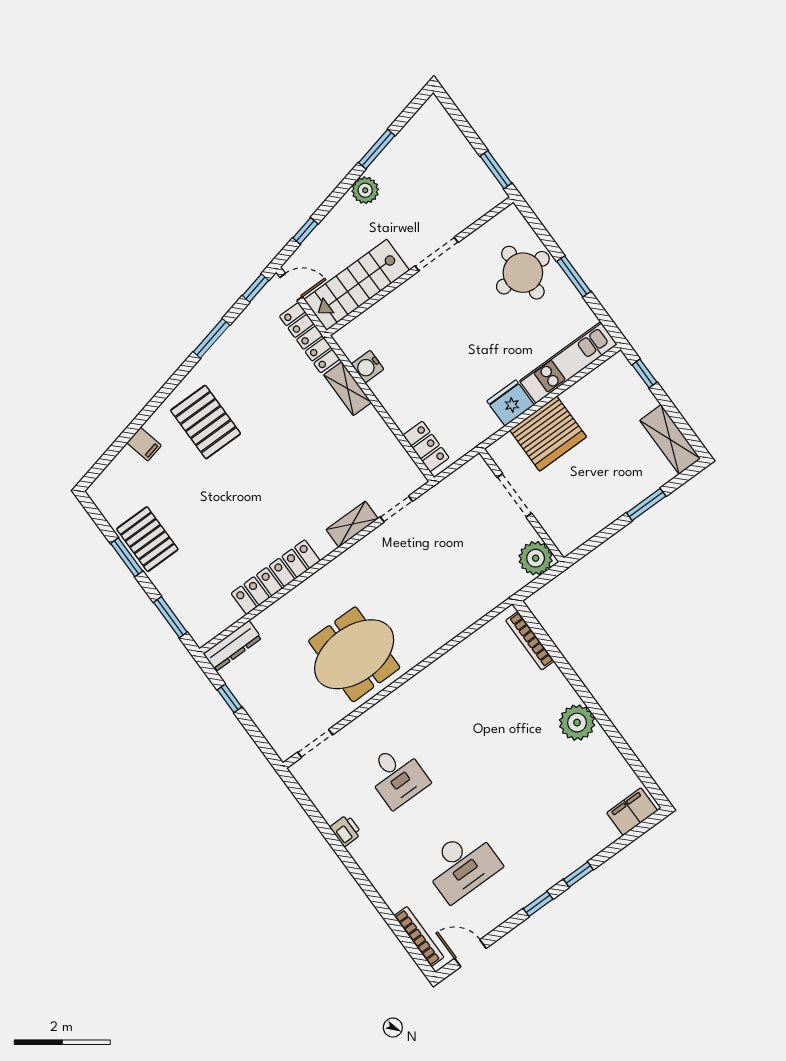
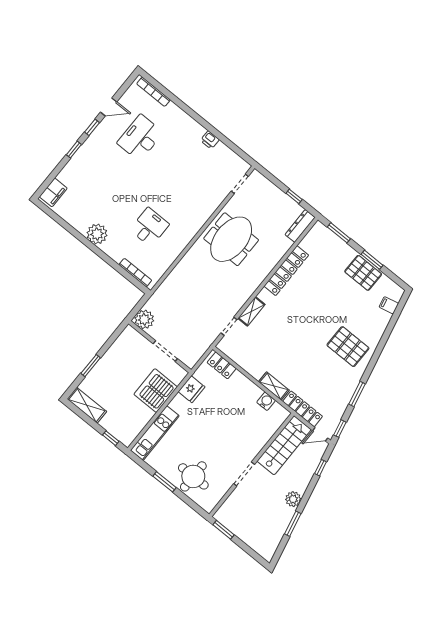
fridge: (510, 403) -> (192, 389), moved
filing cabinet: (144, 444) -> (389, 305), moved
desk: (397, 776) -> (149, 227), moved, turned 90
door: (470, 953) -> (109, 107), moved

